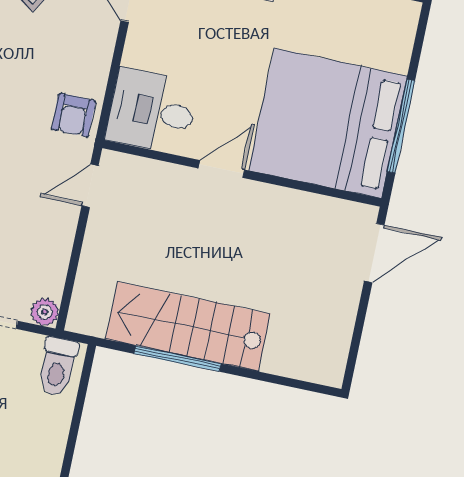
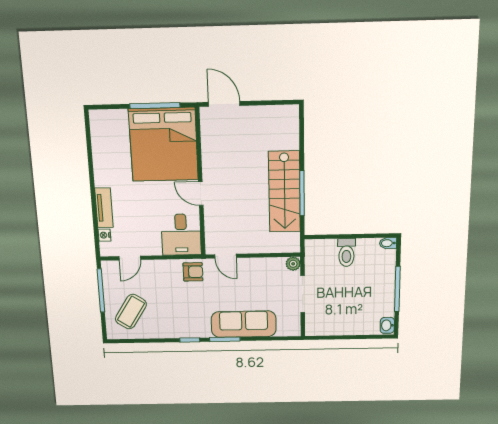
toilet: (58, 367) -> (346, 253), moved, turned 90

